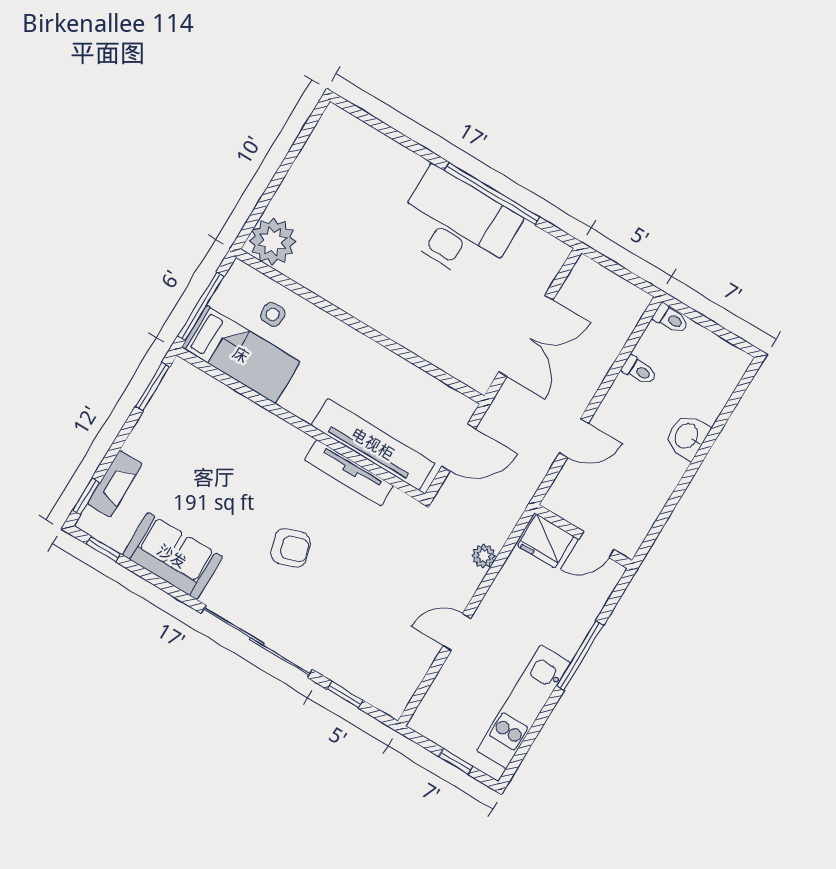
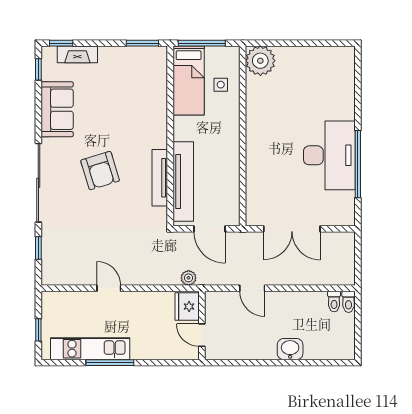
toilet: (639, 370) -> (334, 302), moved
armchair: (291, 548) -> (100, 171), width x1.38, depth x1.38
plant: (484, 556) -> (189, 278), moved
window: (580, 655) -> (110, 363), moved

